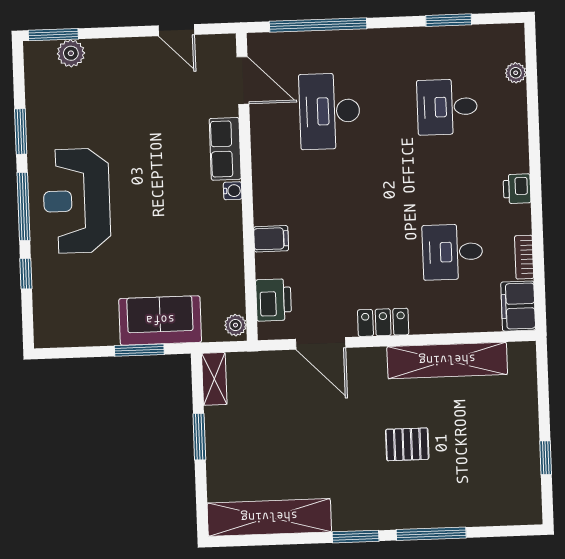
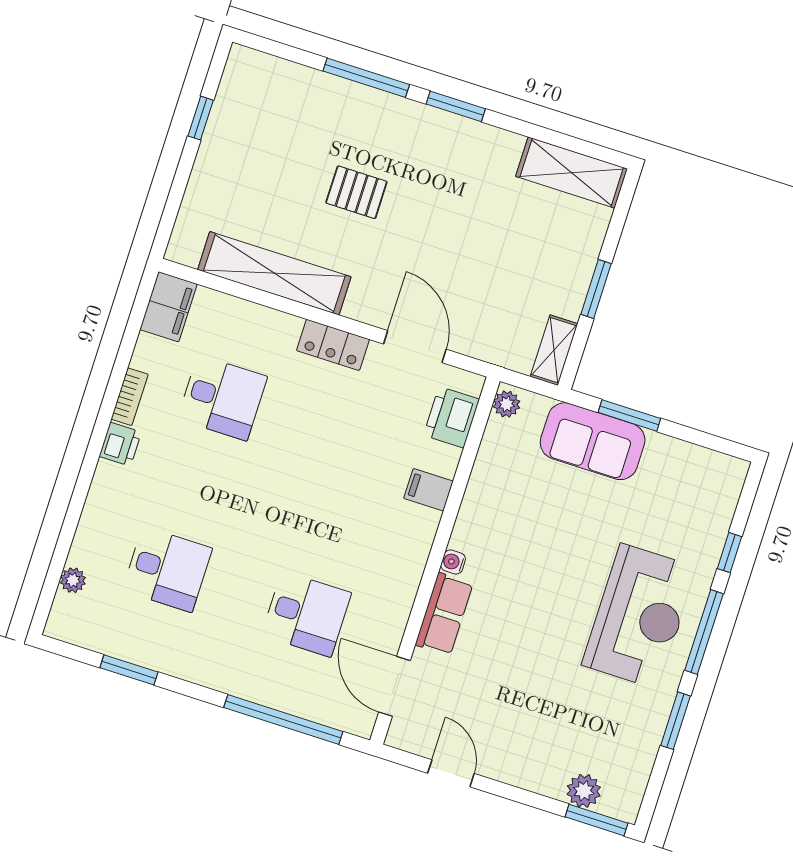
desk: (330, 111) -> (306, 614), width x0.73
bookcase: (524, 257) -> (130, 397), moved
shelving: (269, 517) -> (572, 173), width x0.68

